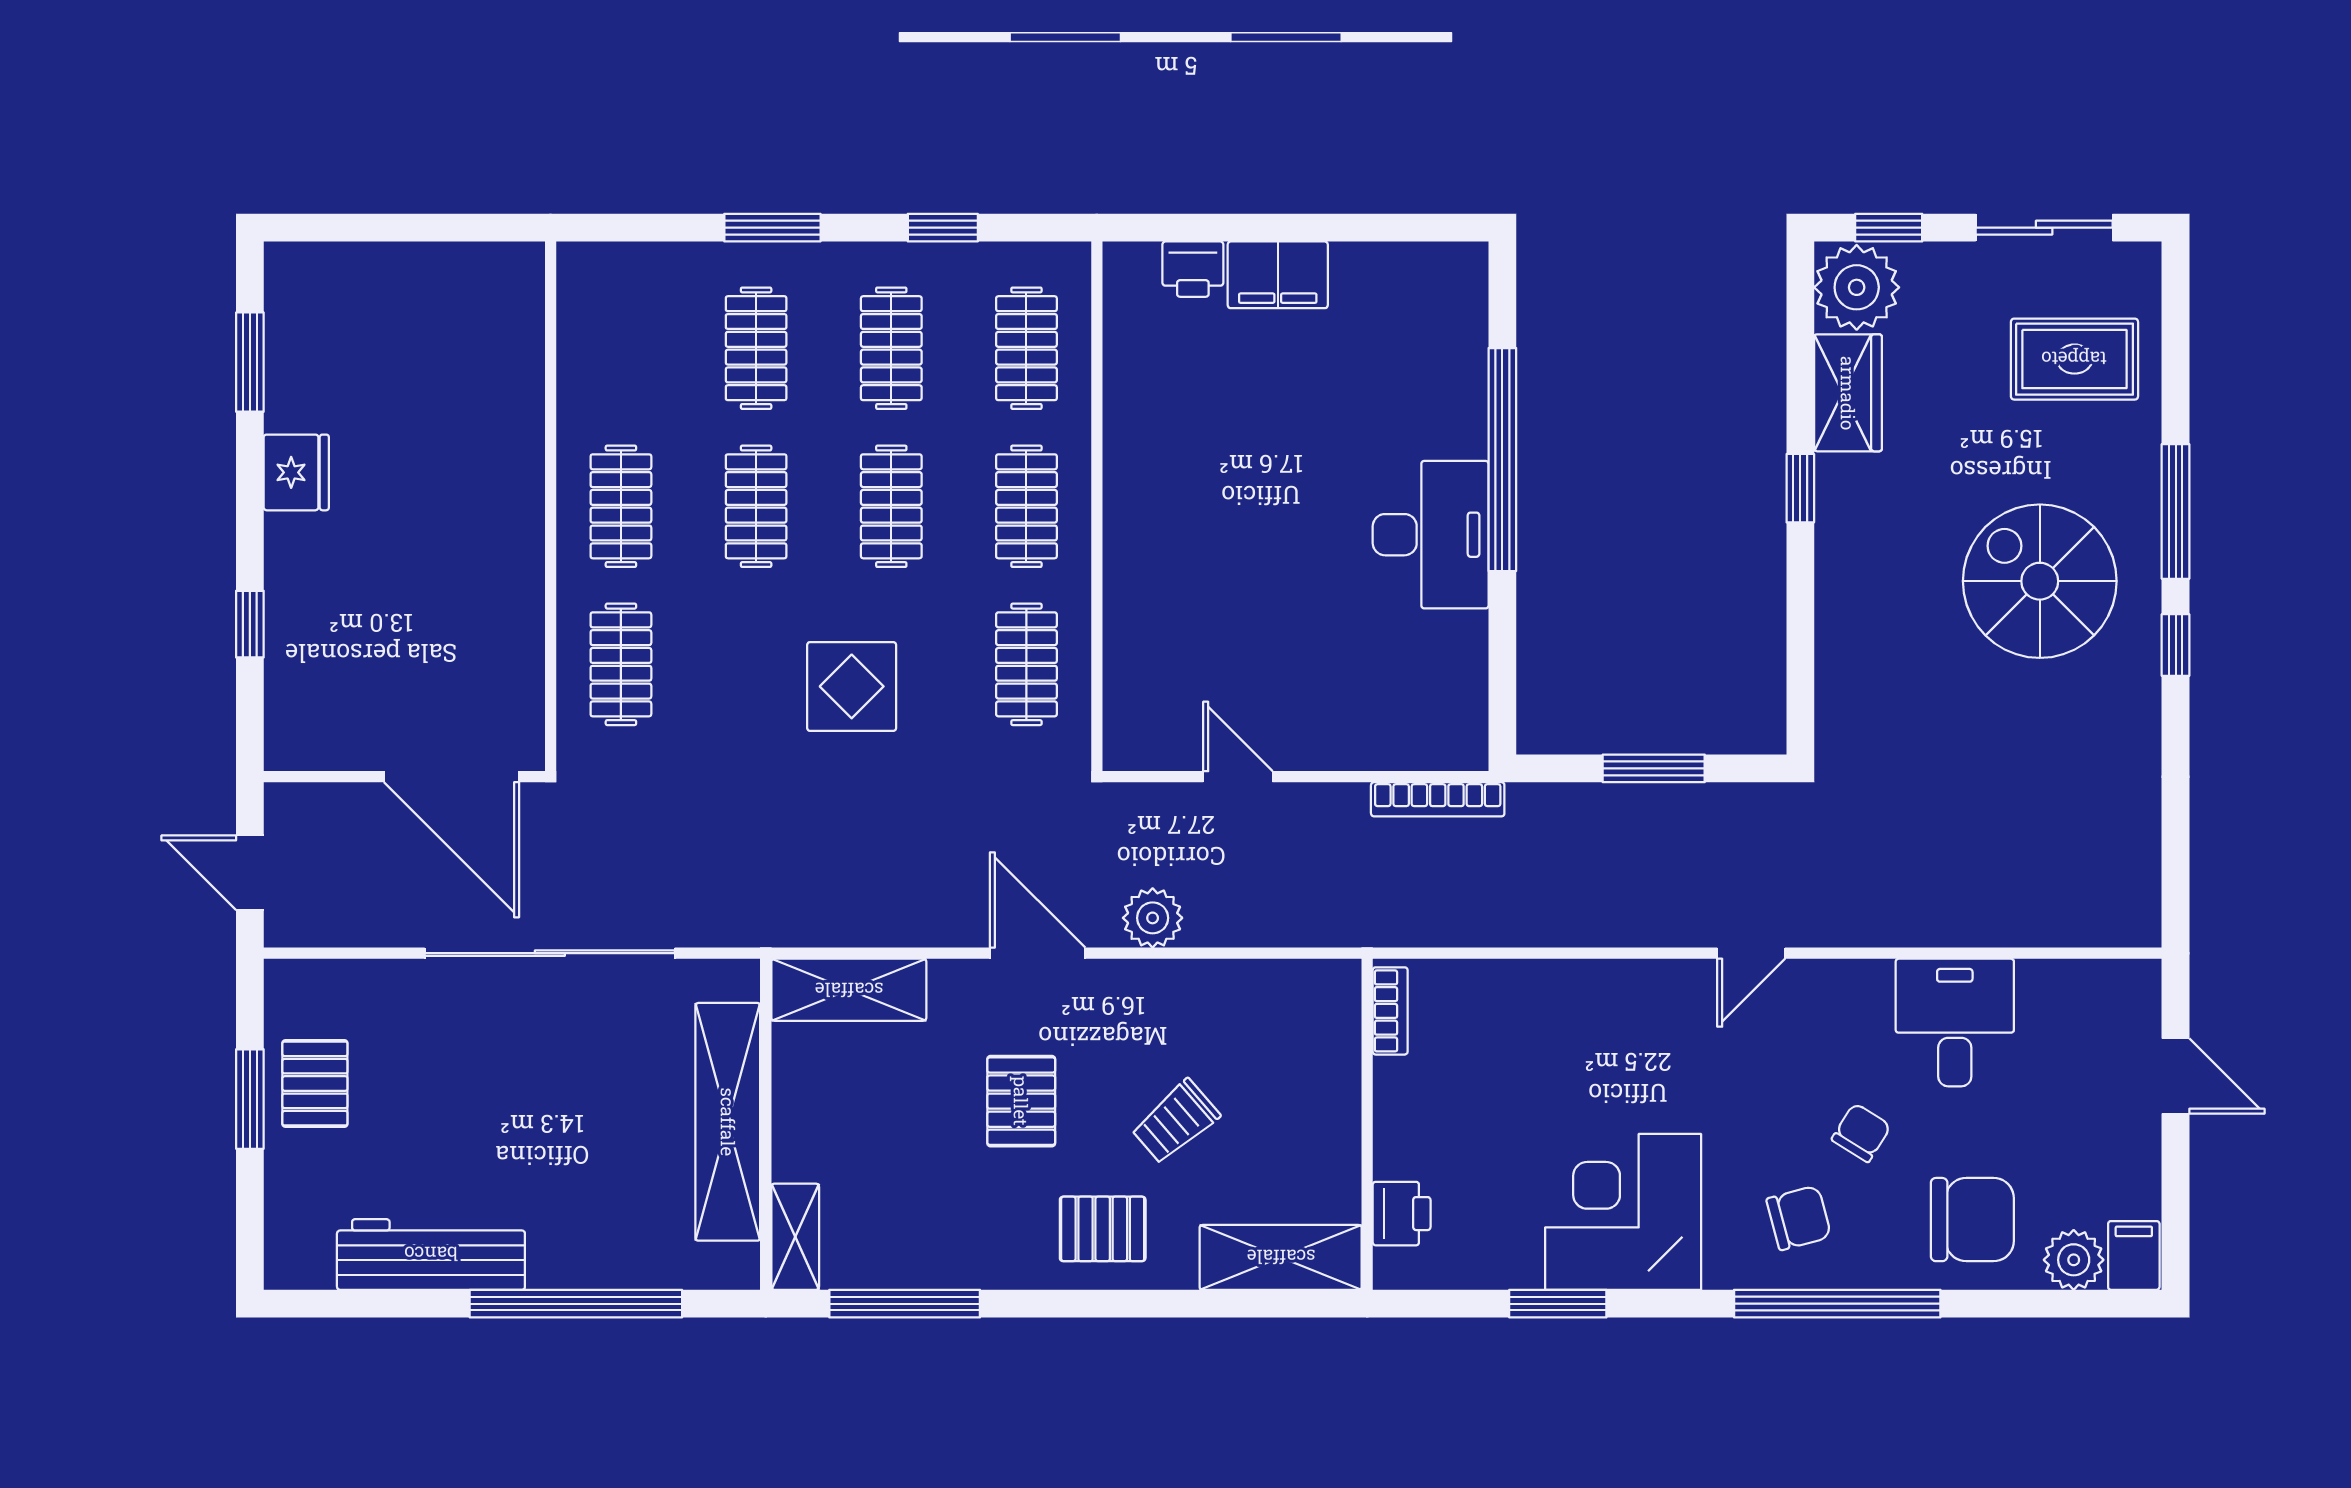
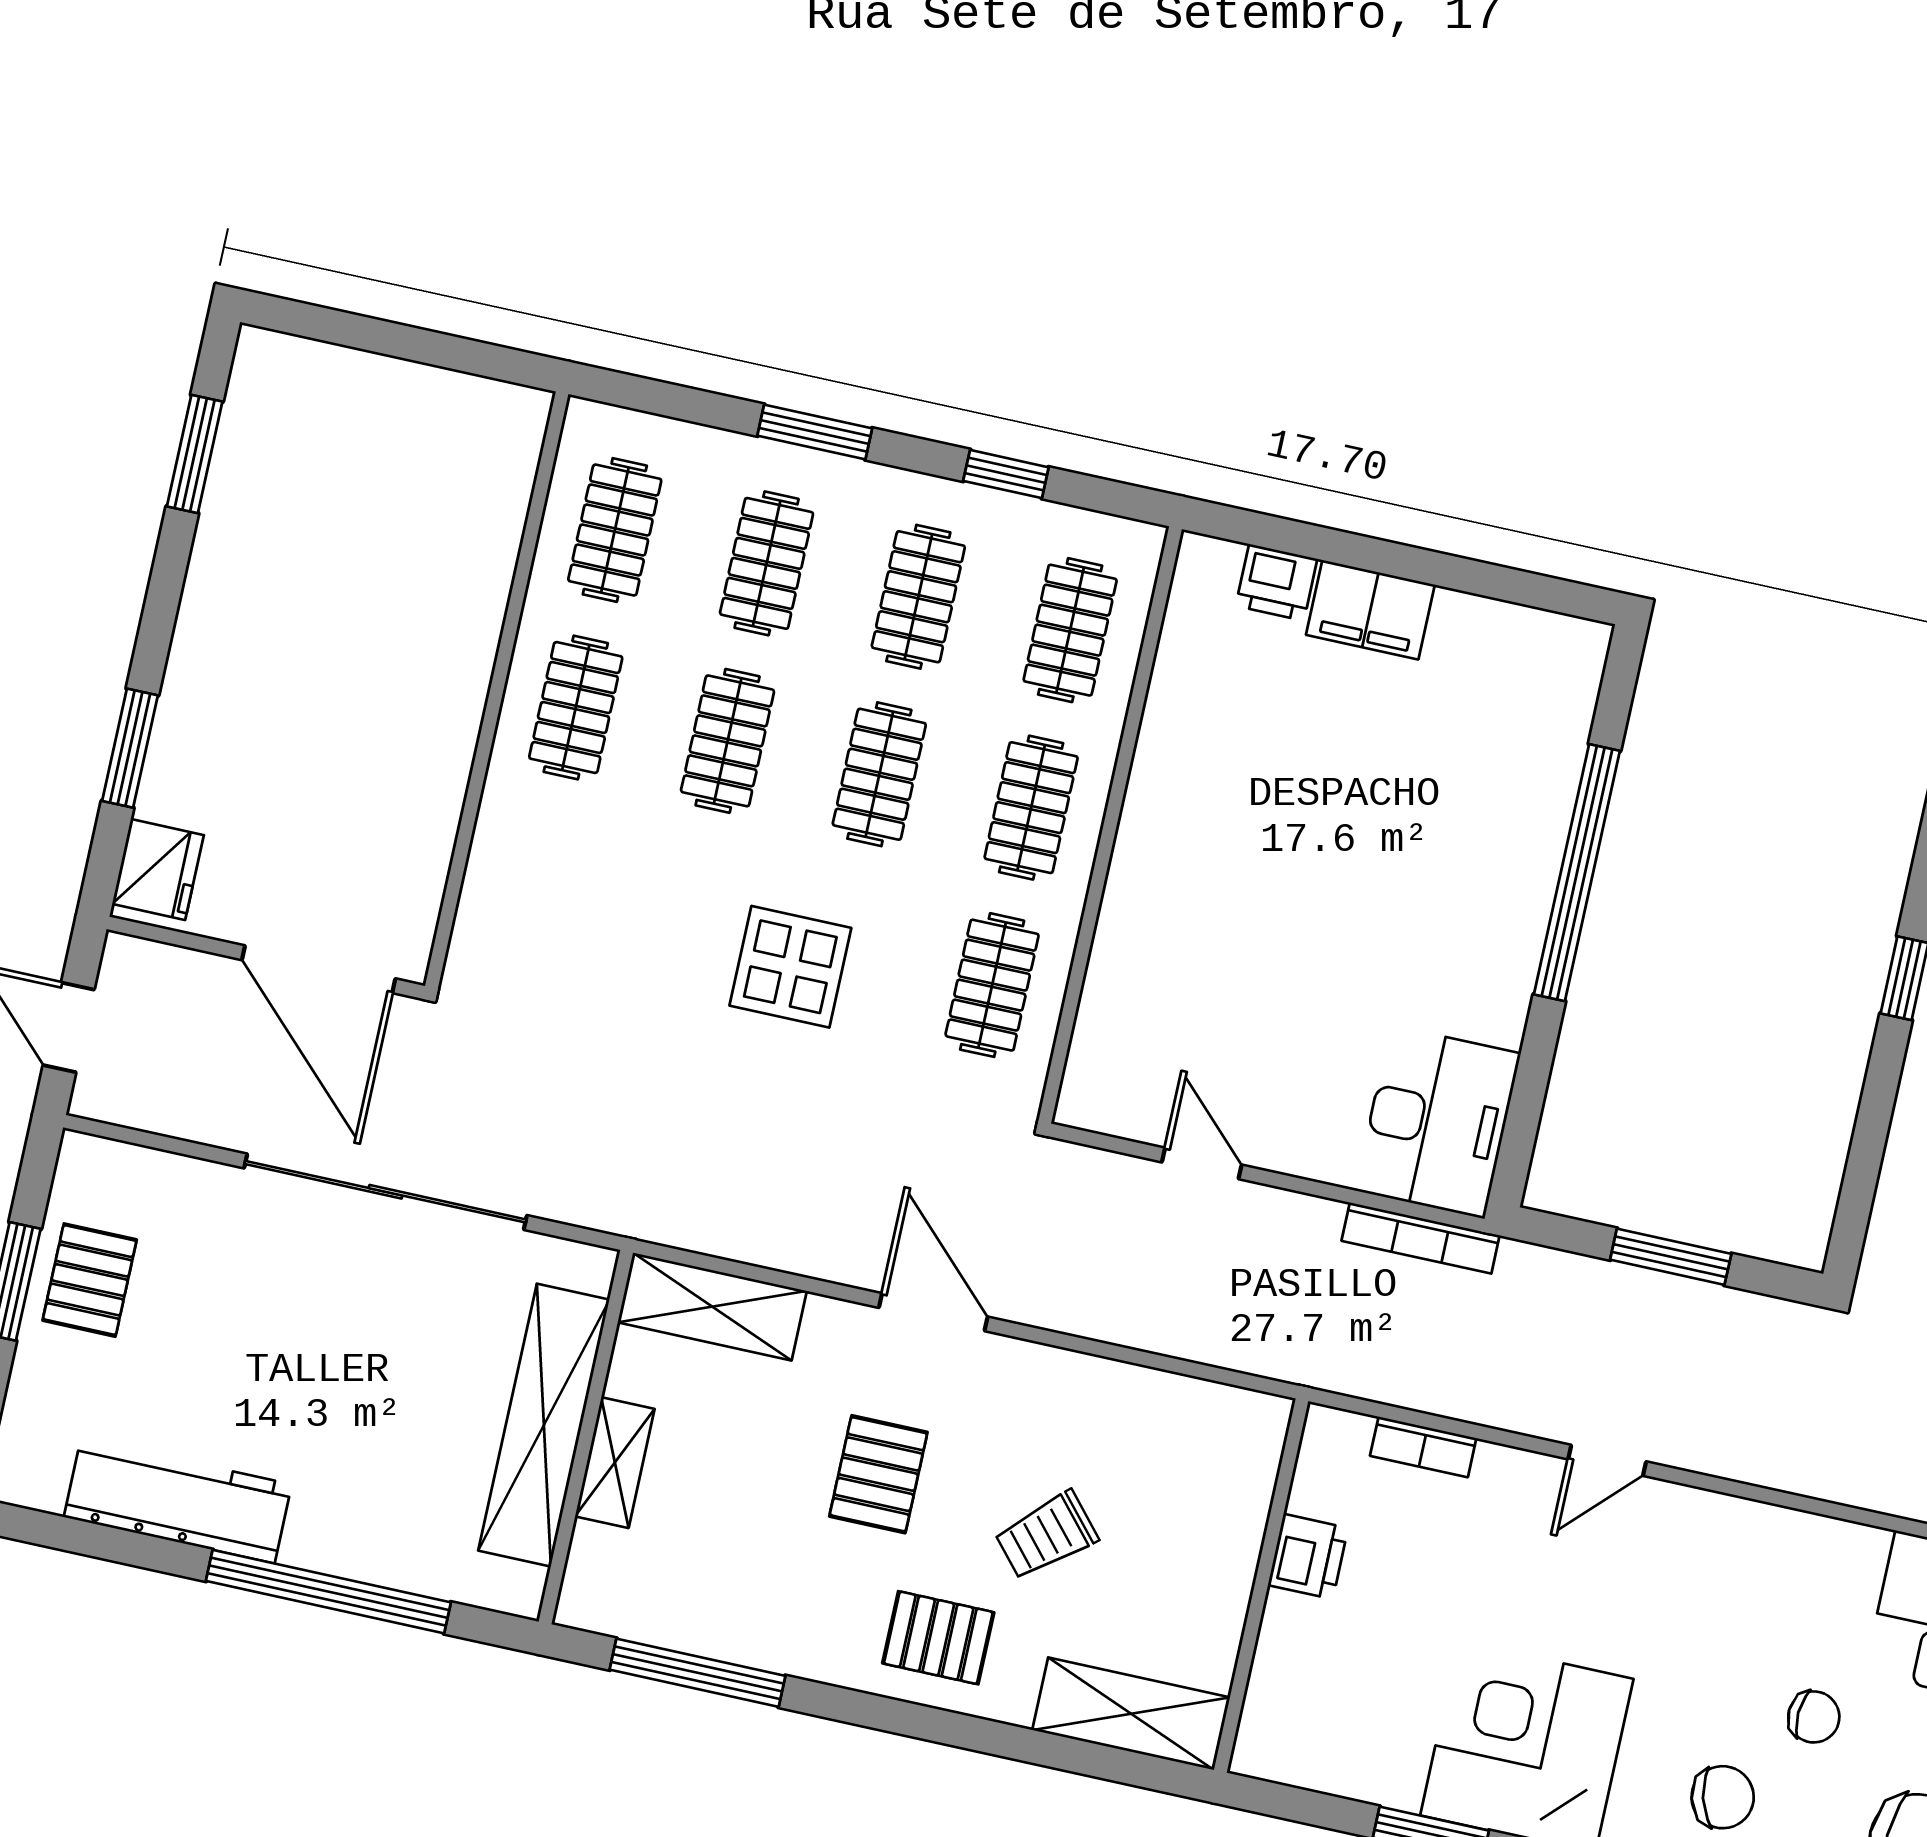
fridge: (296, 472) -> (158, 870), moved
desk: (1431, 535) -> (1438, 1122), moved
window: (250, 624) -> (130, 748), width x1.50
clothes rail: (621, 664) -> (615, 530), moved
plant: (1153, 918) -> (1071, 1301), removed
door: (1751, 953) -> (1607, 1460), moved
bookcase: (1390, 1011) -> (1423, 1447), moved, turned 90
chair: (1861, 1133) -> (1814, 1717), turned 61
printer: (1402, 1214) -> (1308, 1556), moved
shelving: (795, 1237) -> (615, 1463), moved

